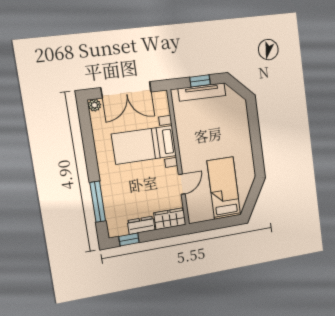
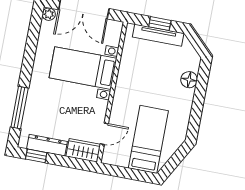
floor lamp: (242, 123) -> (189, 80), added
door: (182, 184) -> (104, 134), moved
dresser: (141, 225) -> (47, 145), width x1.44

